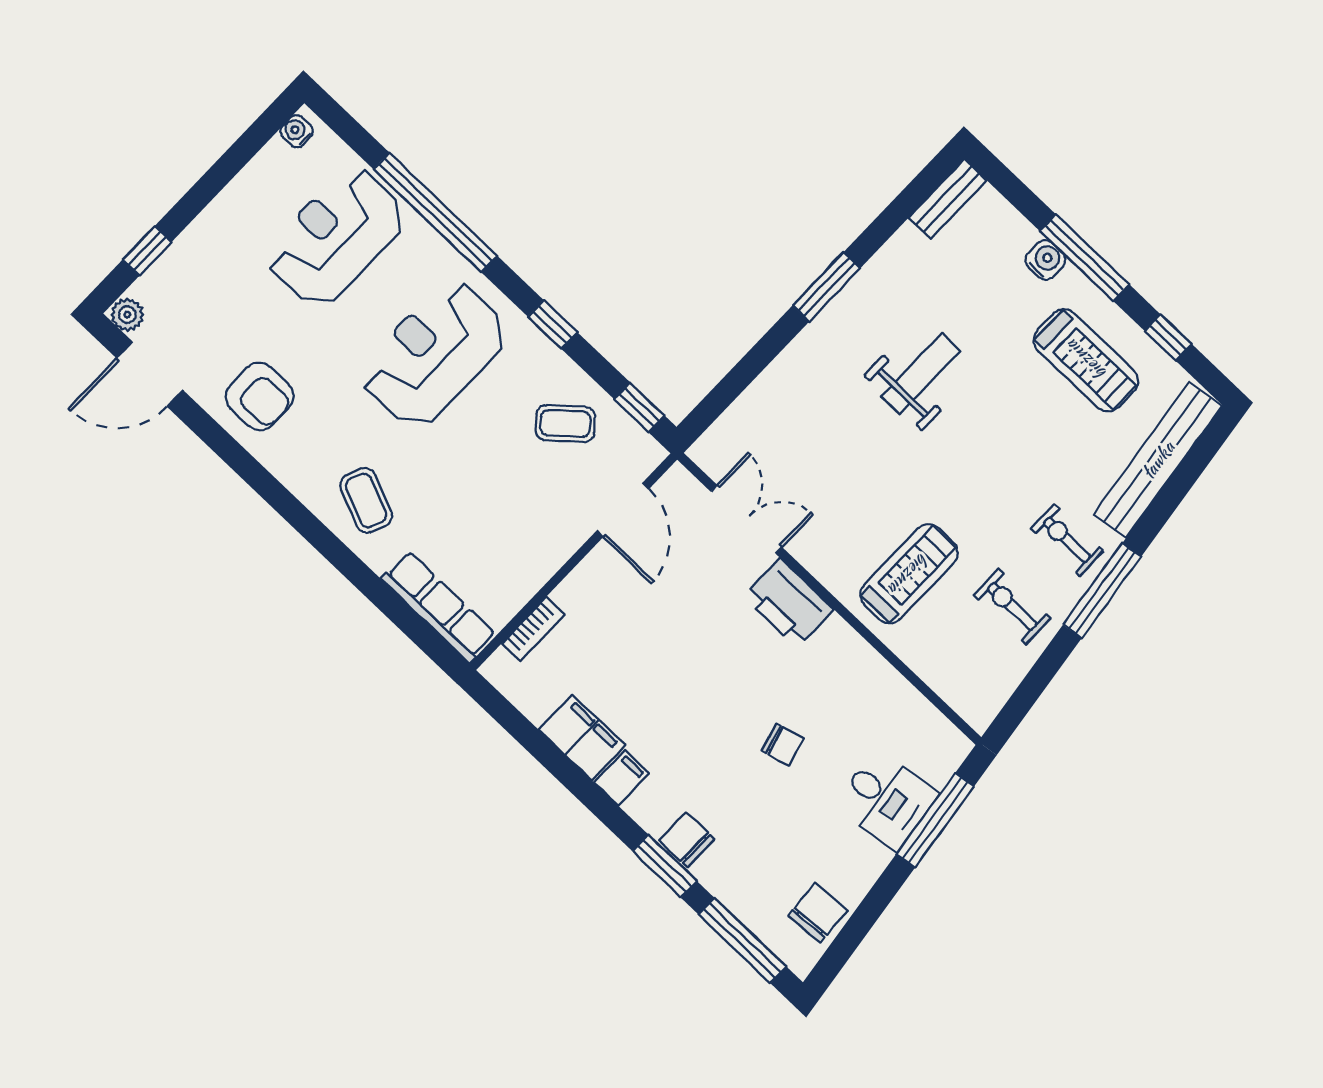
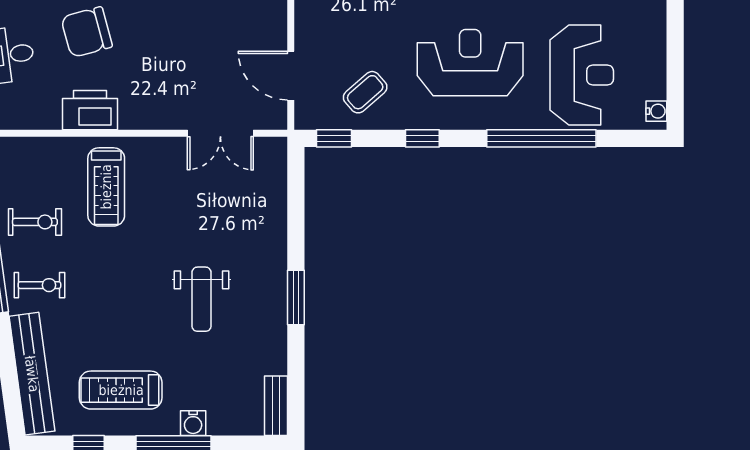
reception desk: (434, 354) -> (470, 63), turned -90
printer: (788, 603) -> (90, 110), moved
chair: (783, 745) -> (87, 32), width x1.87, depth x1.87

